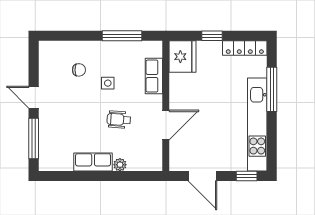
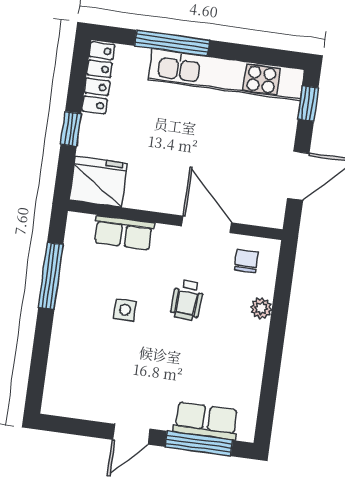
chair: (79, 70) -> (246, 261), moved
row of seats: (93, 162) -> (206, 421), moved, turned 90

